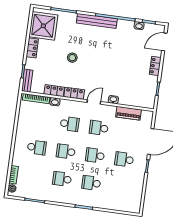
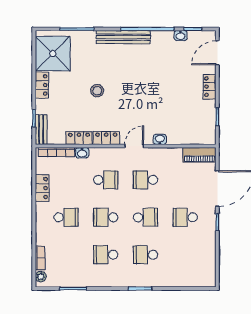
piano: (129, 113) -> (199, 155), moved
locker: (22, 124) -> (42, 188), added
school desk: (95, 155) -> (145, 217), turned 180

